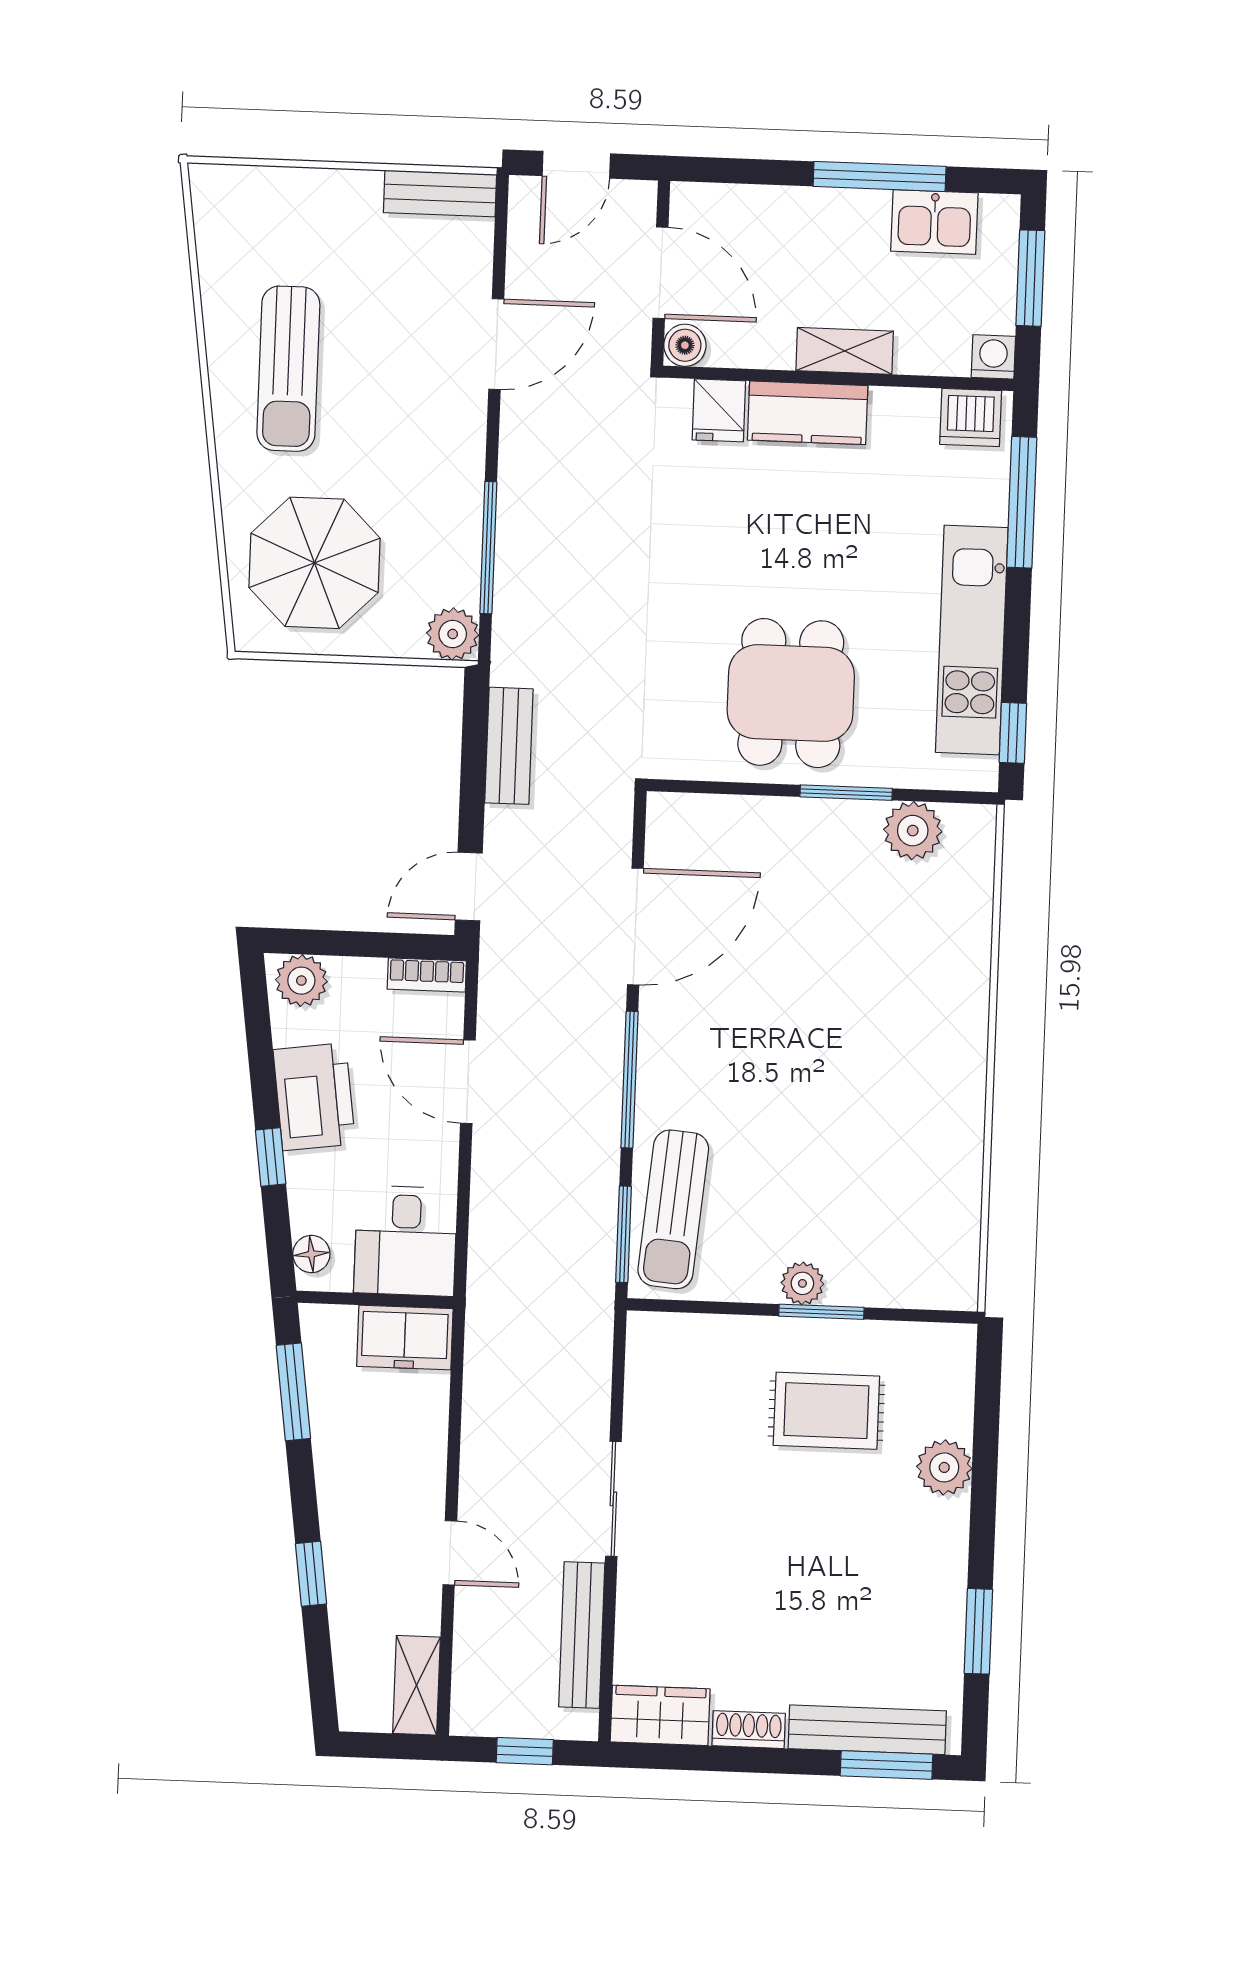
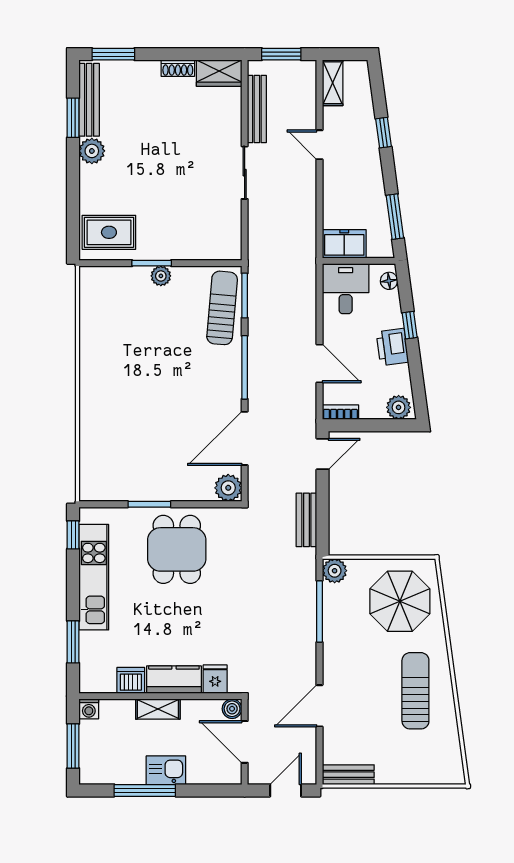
kitchen sink: (934, 222) -> (166, 770), moved
dishwasher: (971, 417) -> (131, 680), moved
window: (1022, 502) -> (73, 642), width x0.69
plant: (913, 831) -> (228, 488), moved
printer: (314, 1097) -> (392, 347), width x0.73, depth x0.84
rug: (826, 1411) -> (109, 232), moved
plant: (944, 1467) -> (92, 151), moved
bench: (867, 1730) -> (89, 100), moved, turned 90
window: (525, 1751) -> (281, 54), width x1.50

